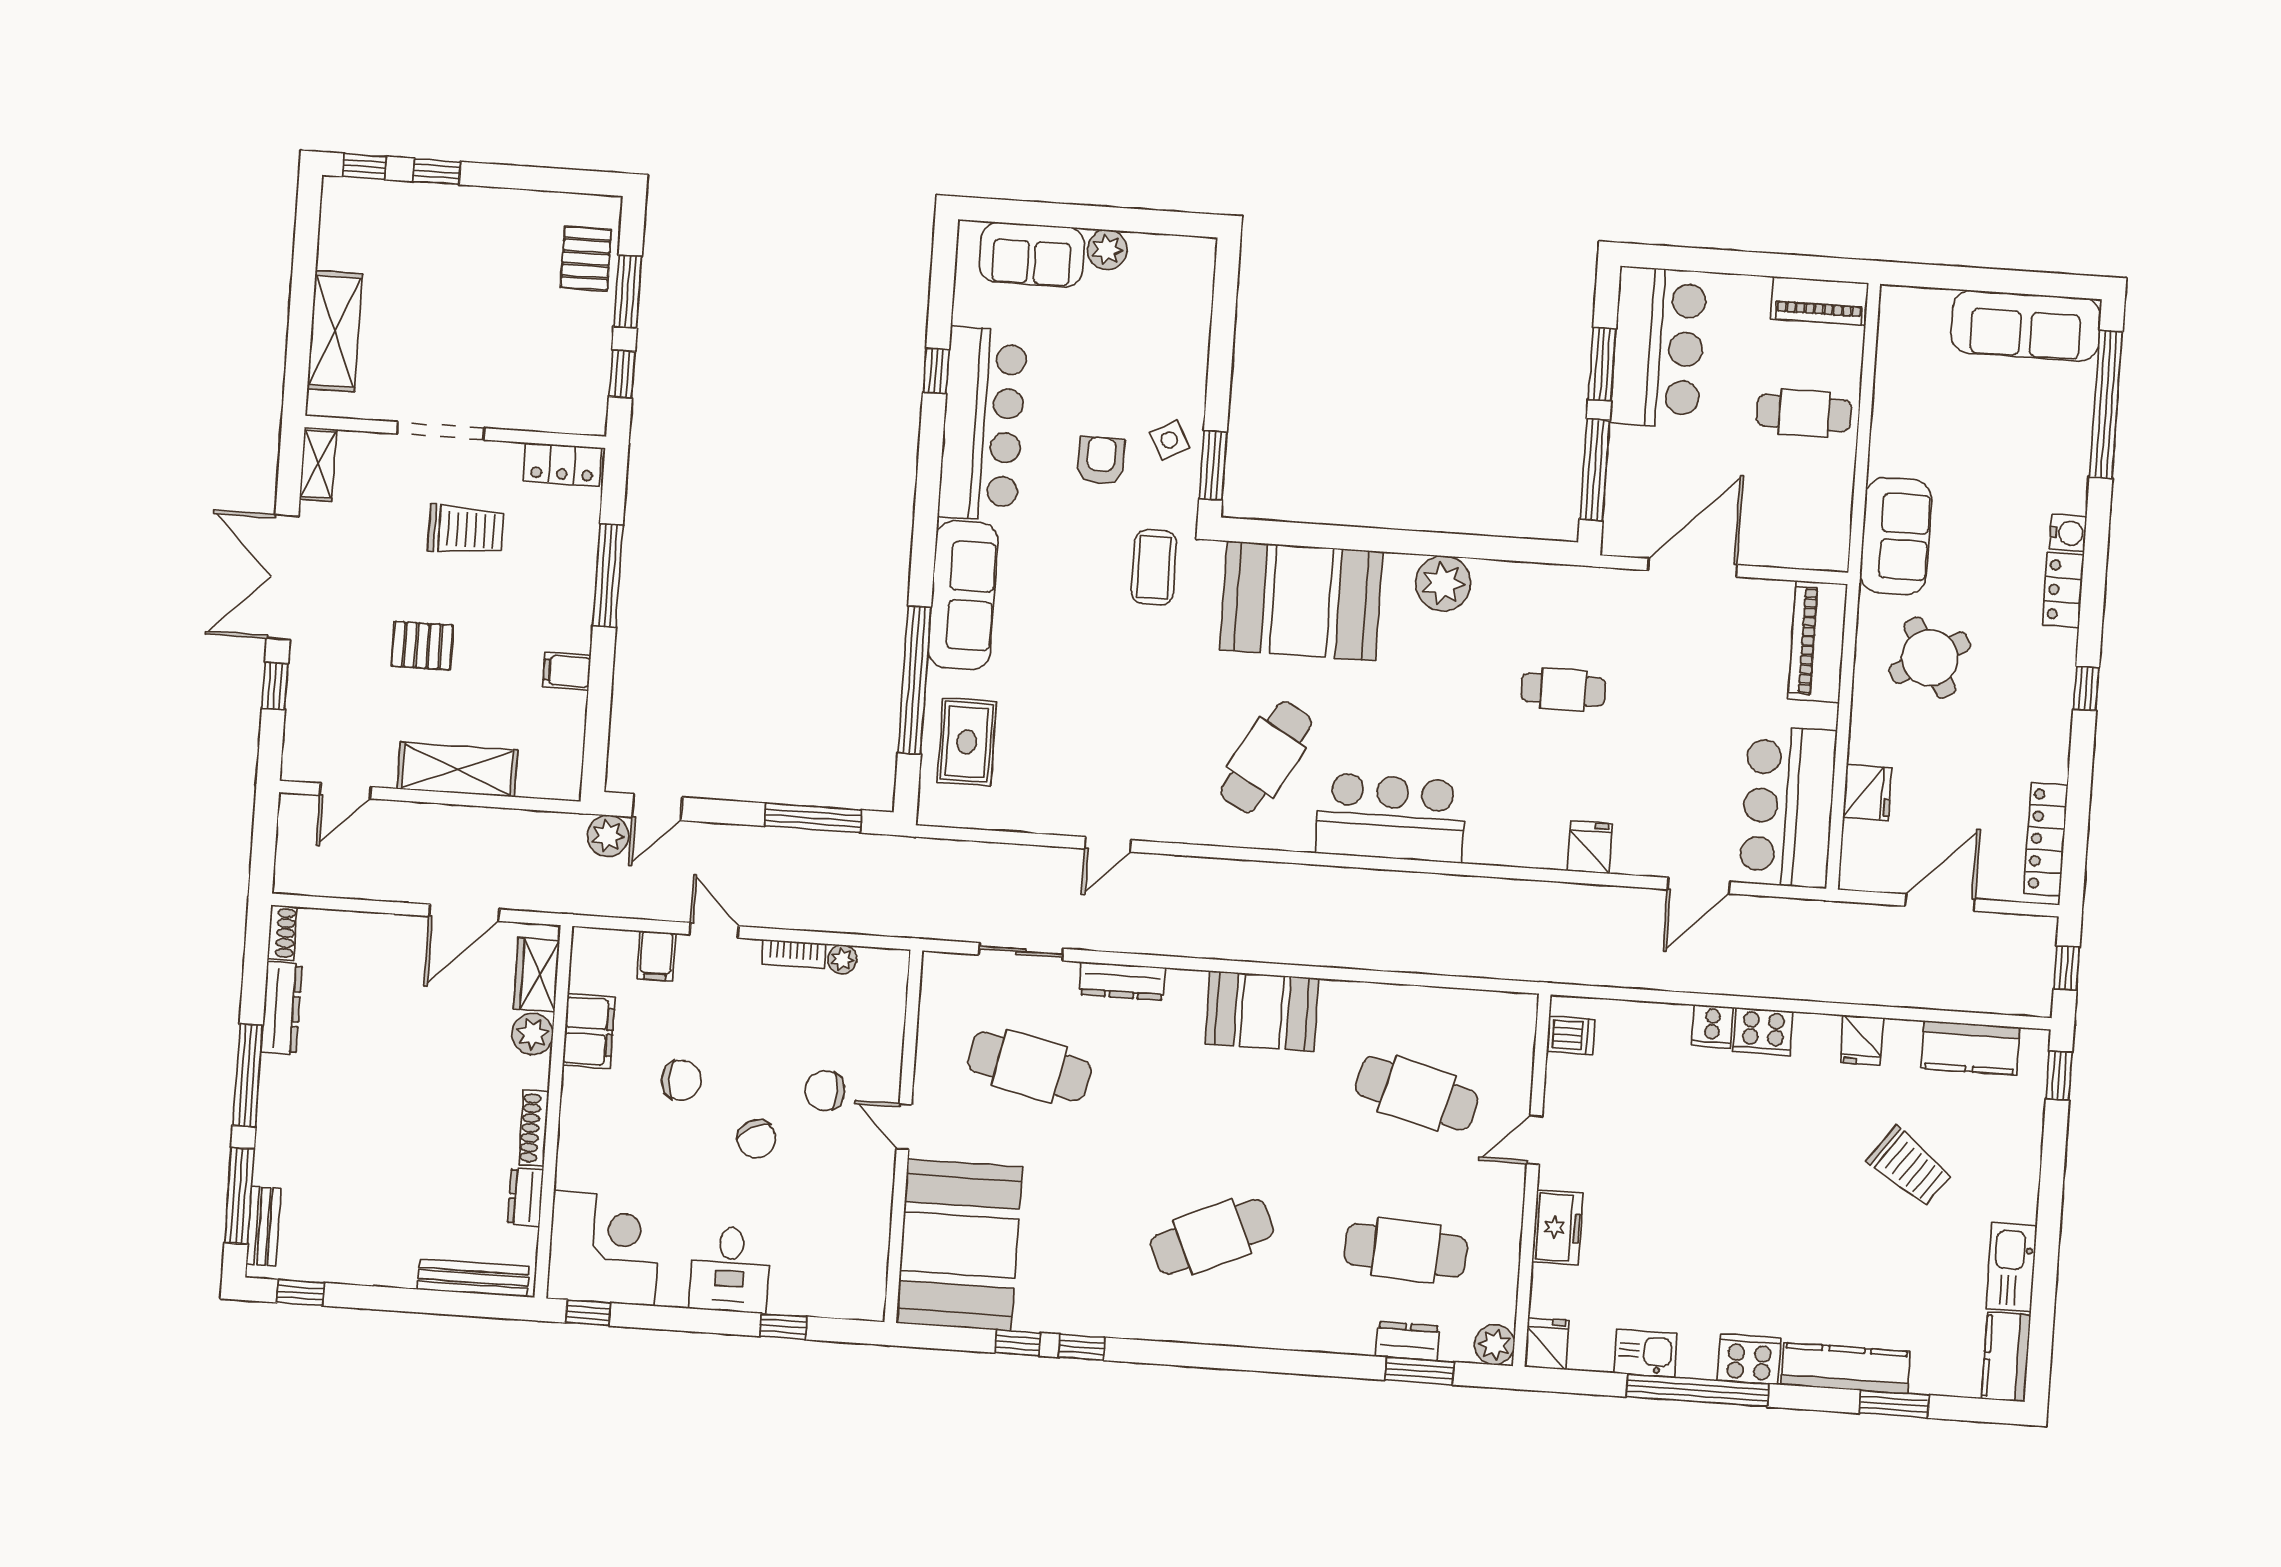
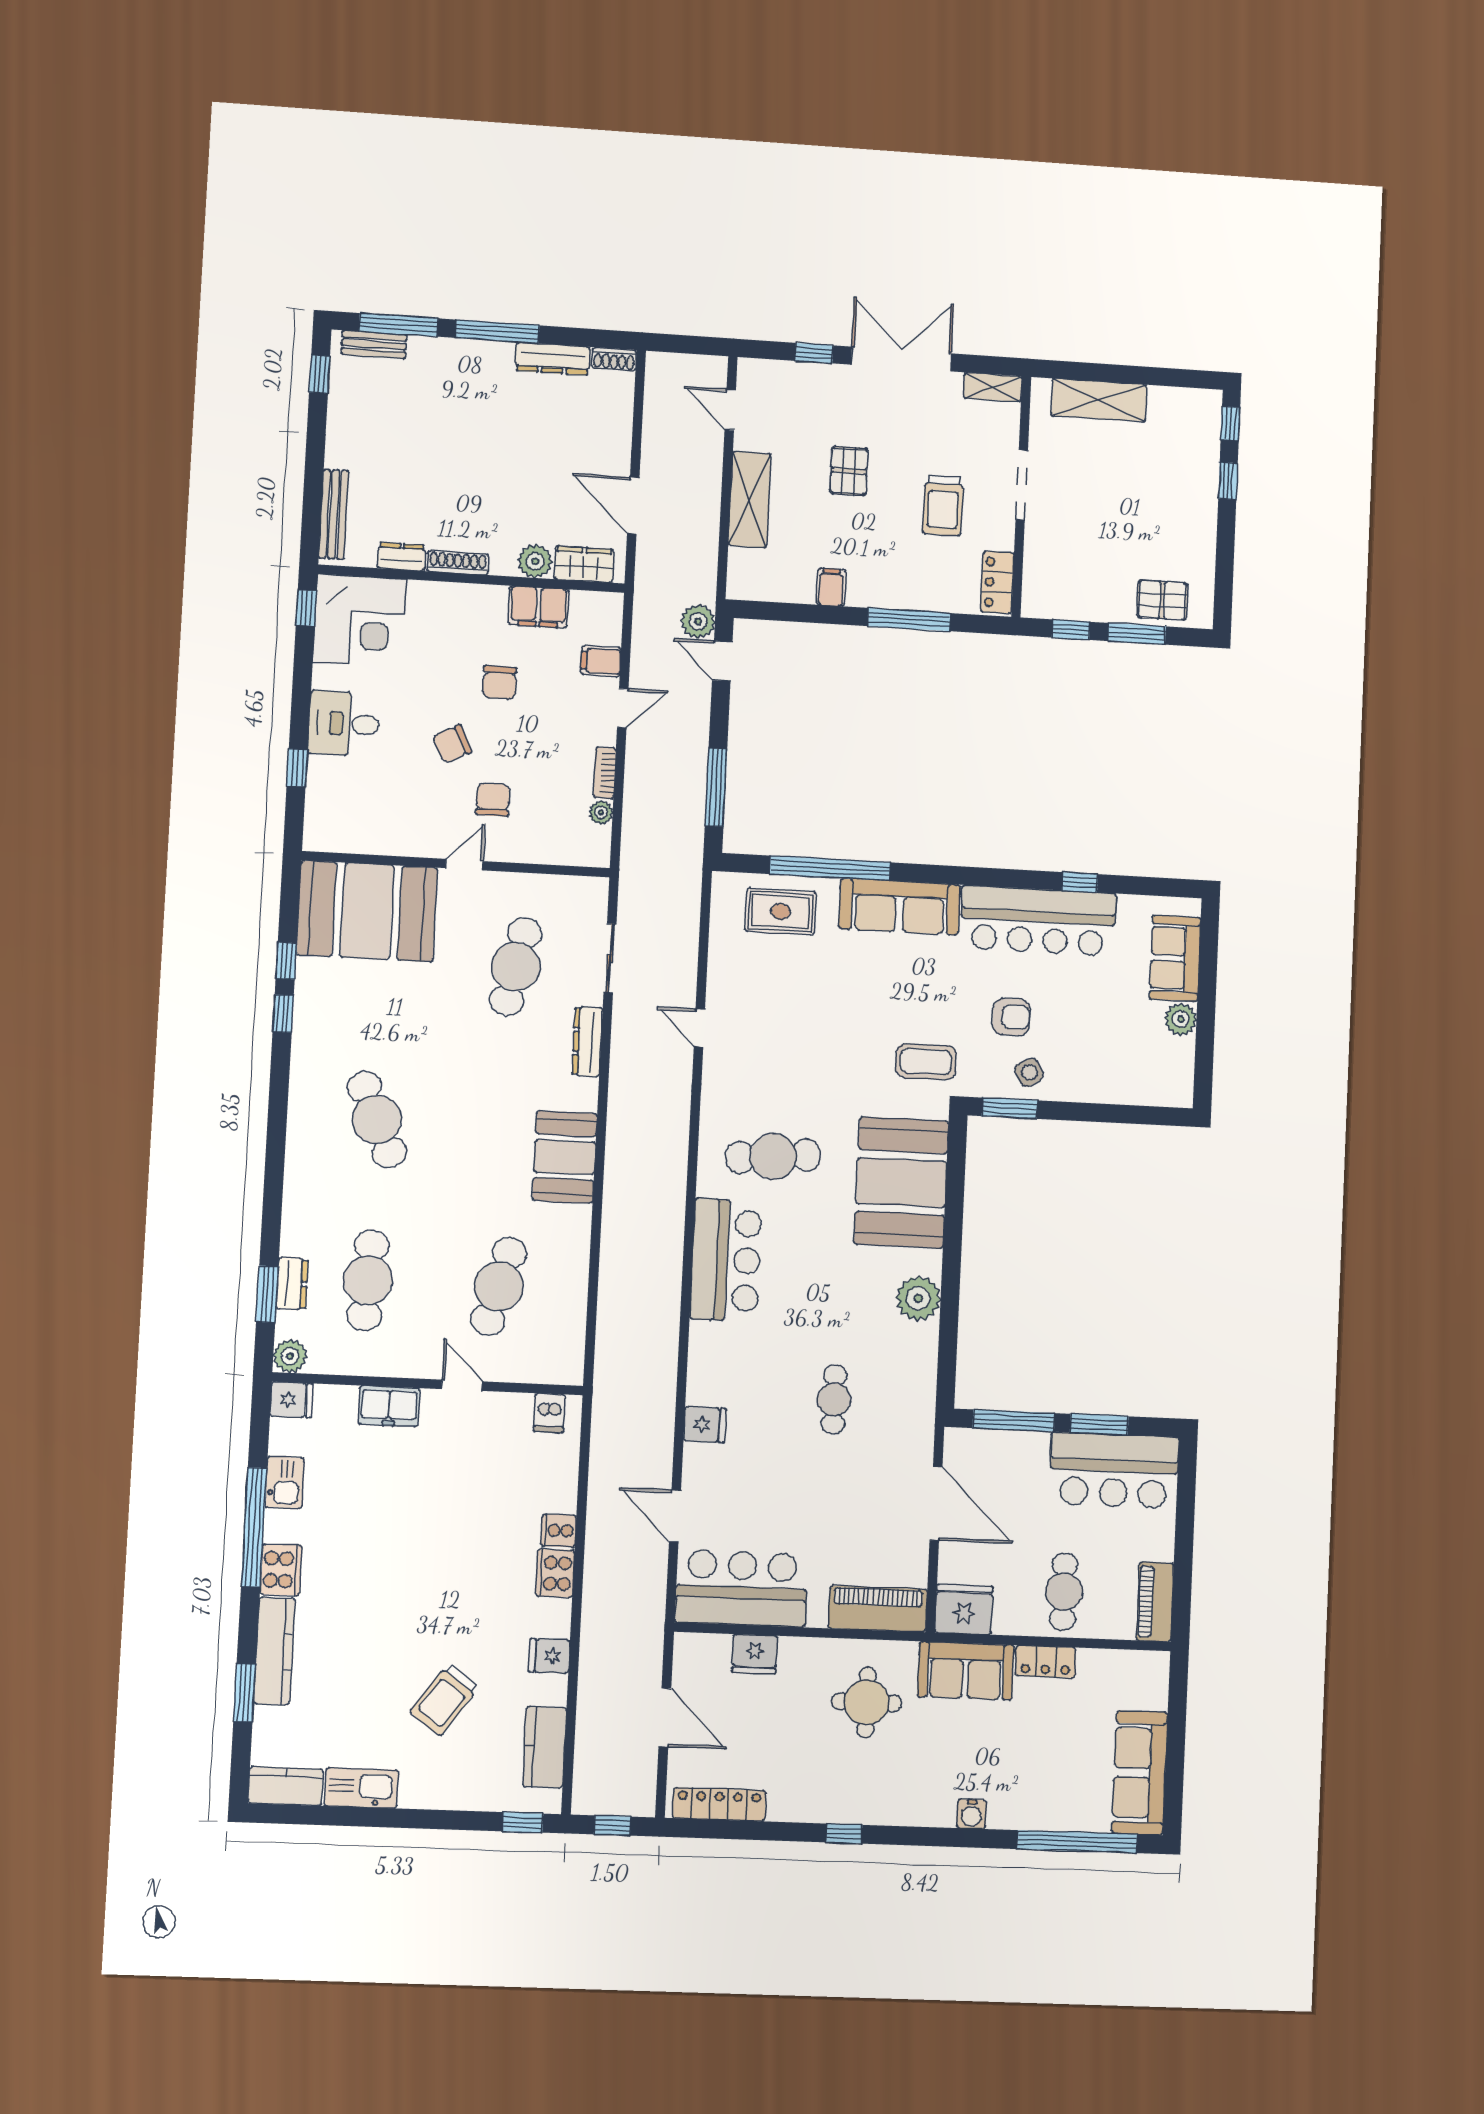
fridge: (1822, 536) -> (964, 1609), added
locker: (2063, 590) -> (1046, 1662), moved, turned 180
round table: (1930, 658) -> (867, 1702), turned 30
cafe table: (1266, 757) -> (773, 1156), turned -35

